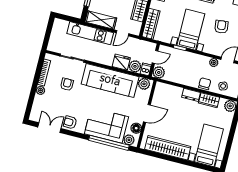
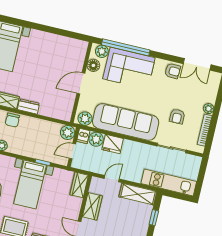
wardrobe: (151, 24) -> (79, 185), width x0.67
kitchen unit: (90, 33) -> (169, 183), moved
wardrobe: (168, 148) -> (55, 43), removed

